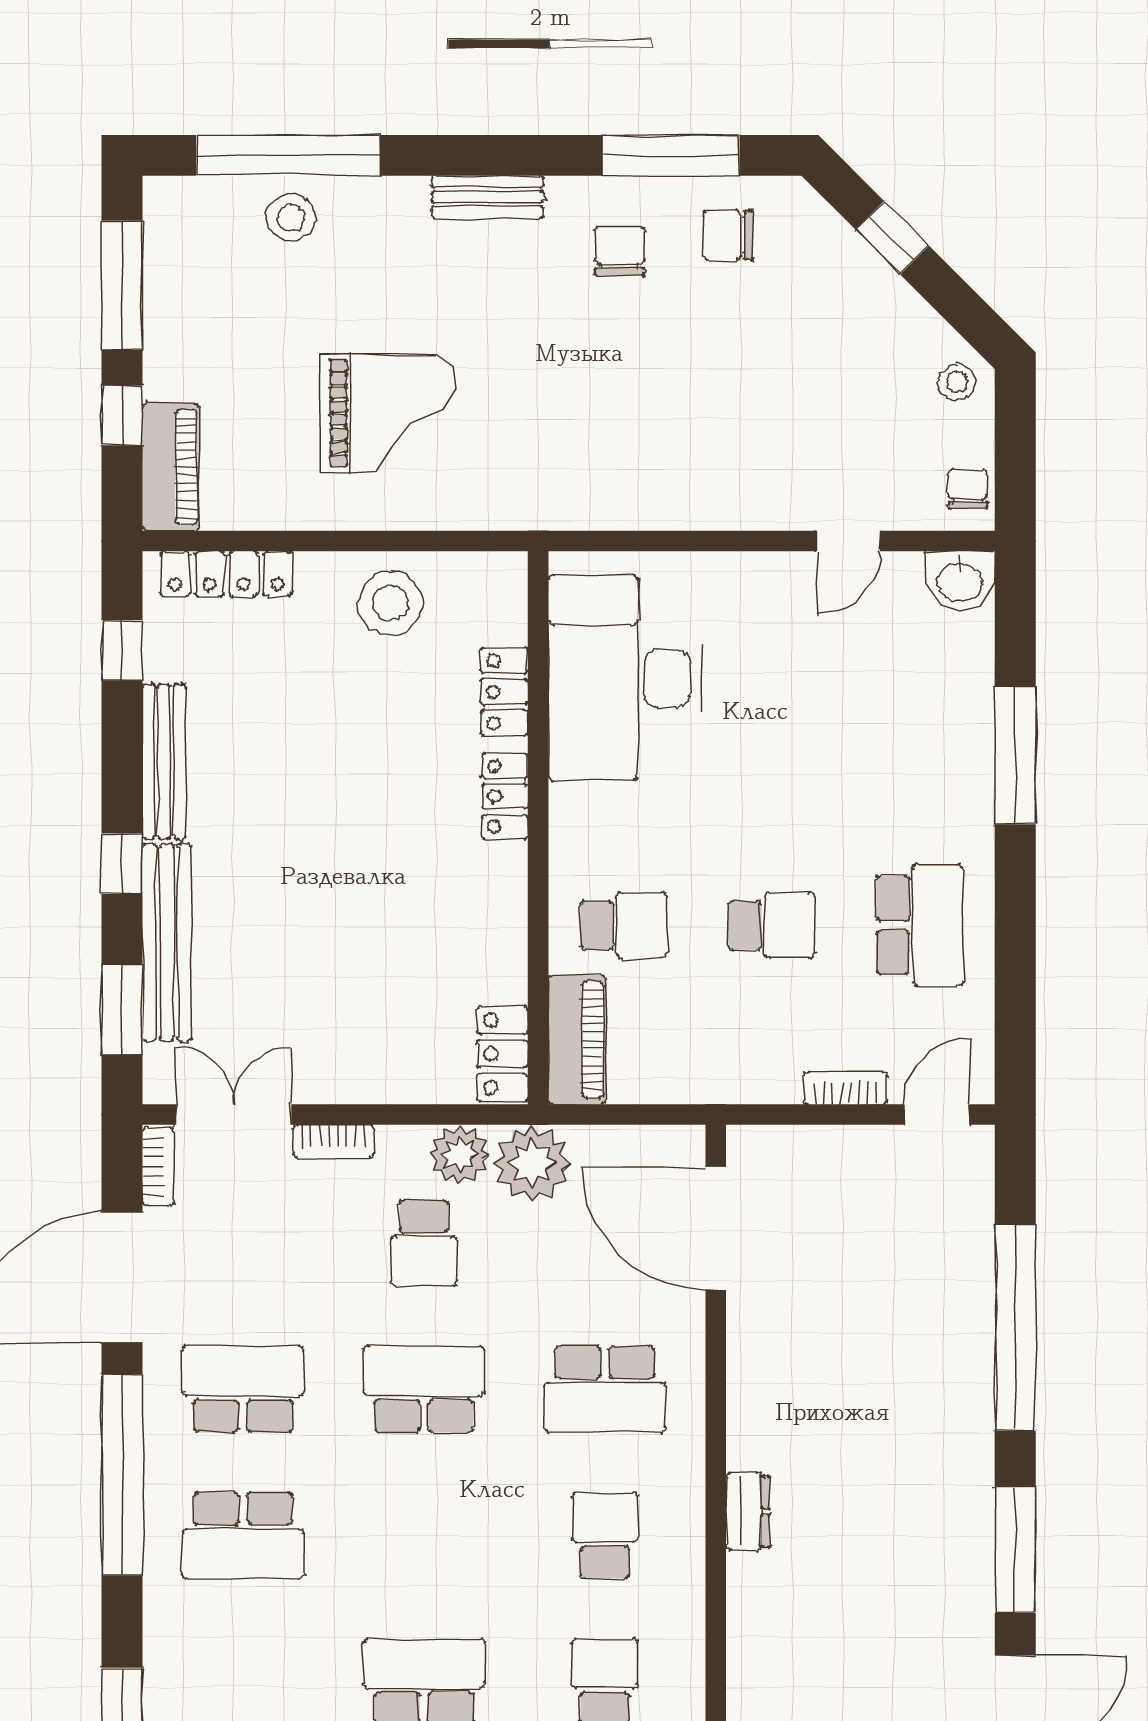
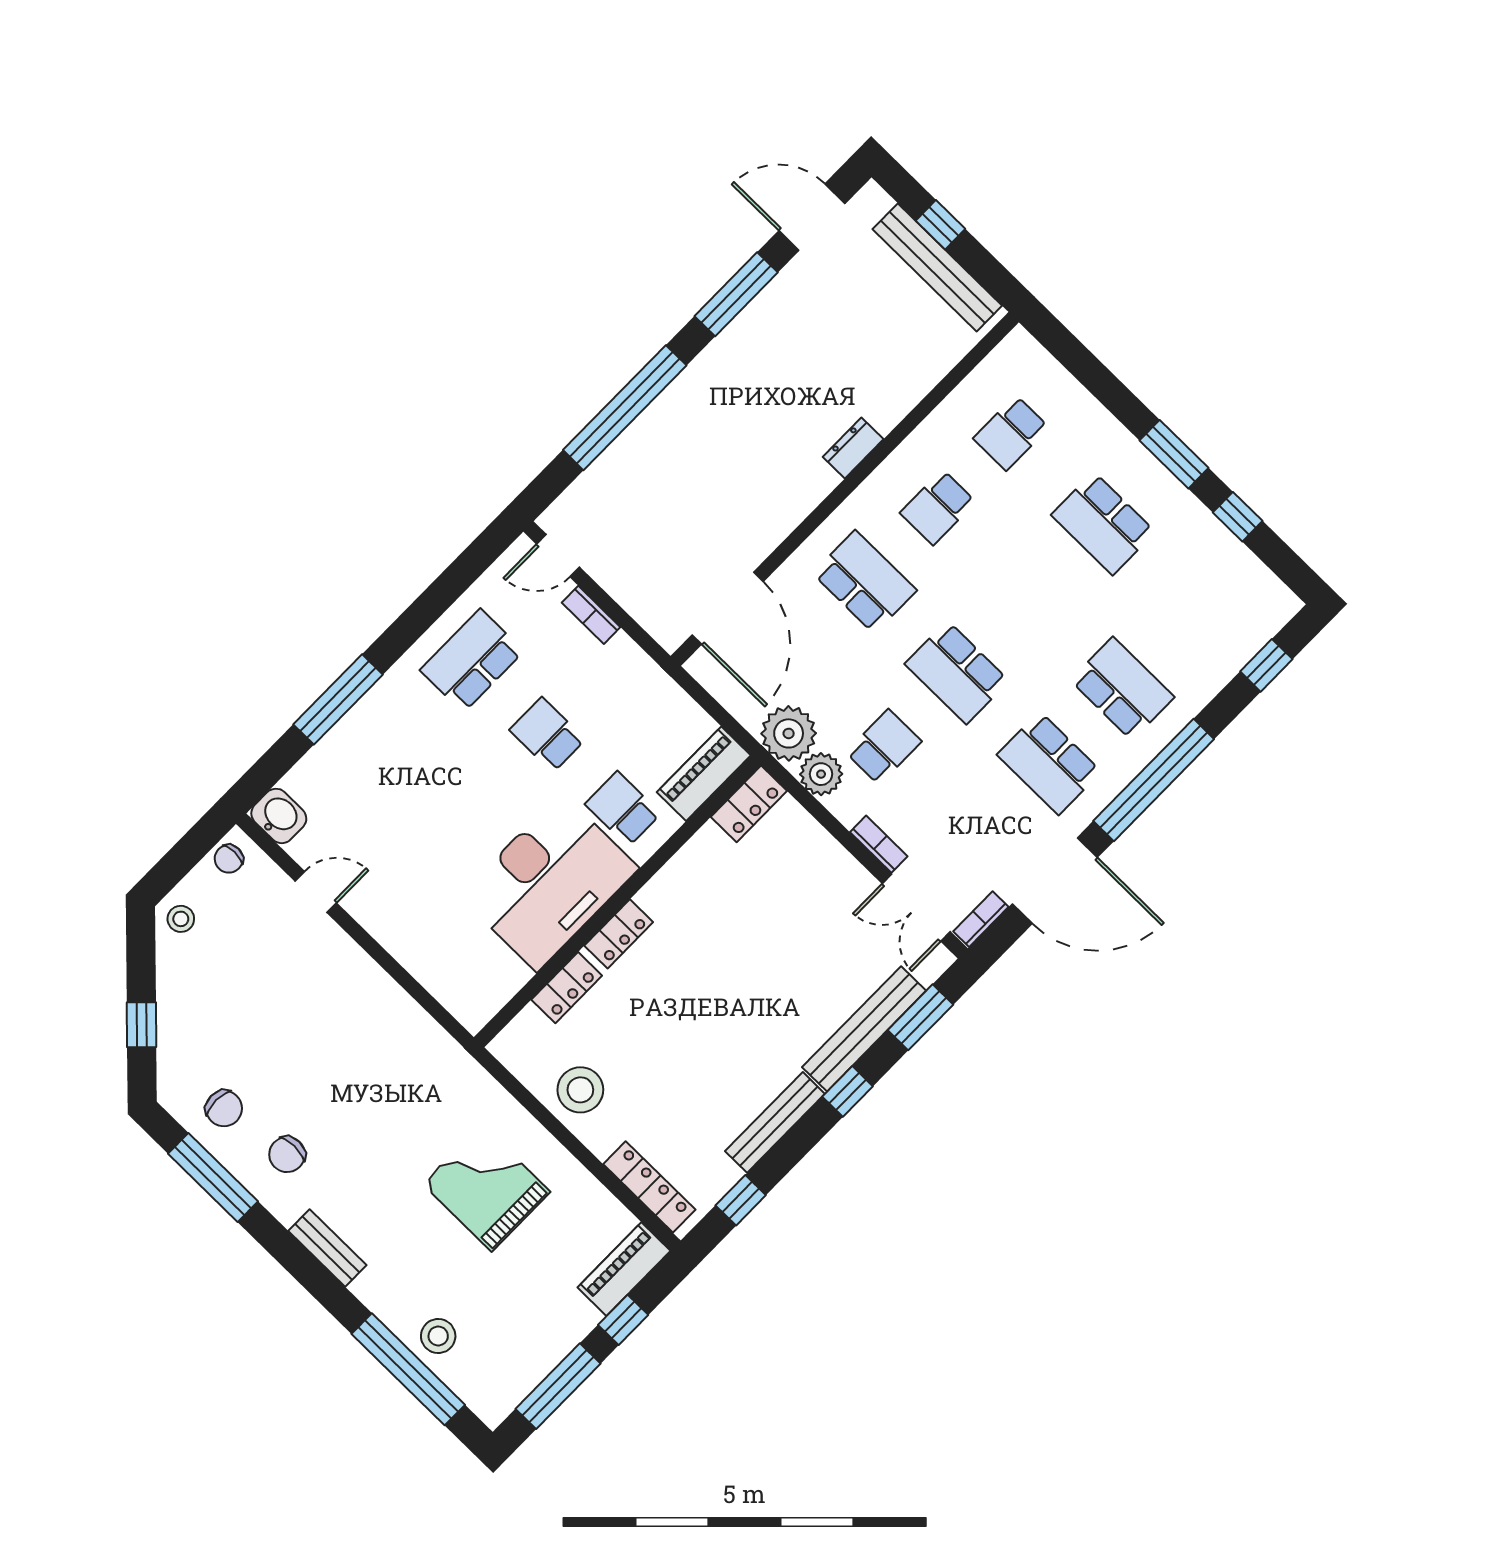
desk: (625, 678) -> (549, 882), moved

